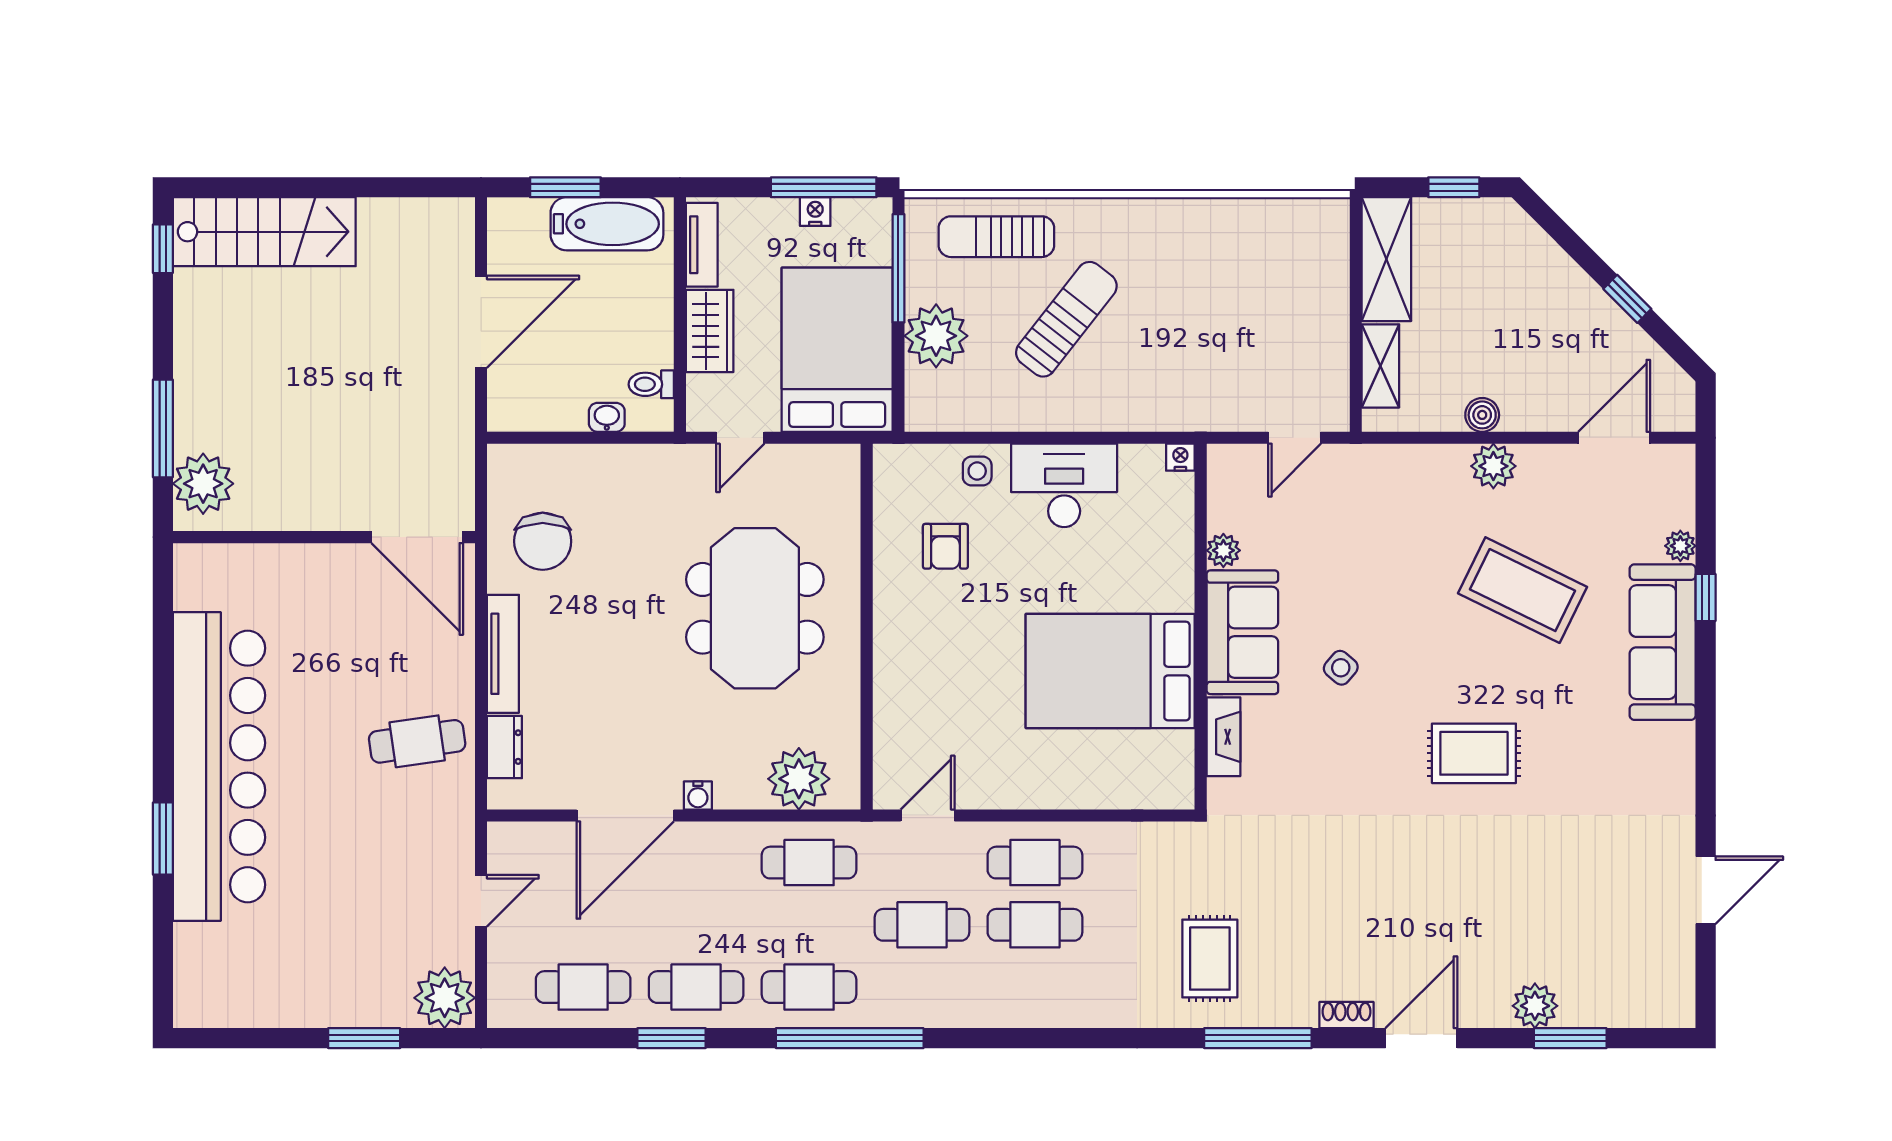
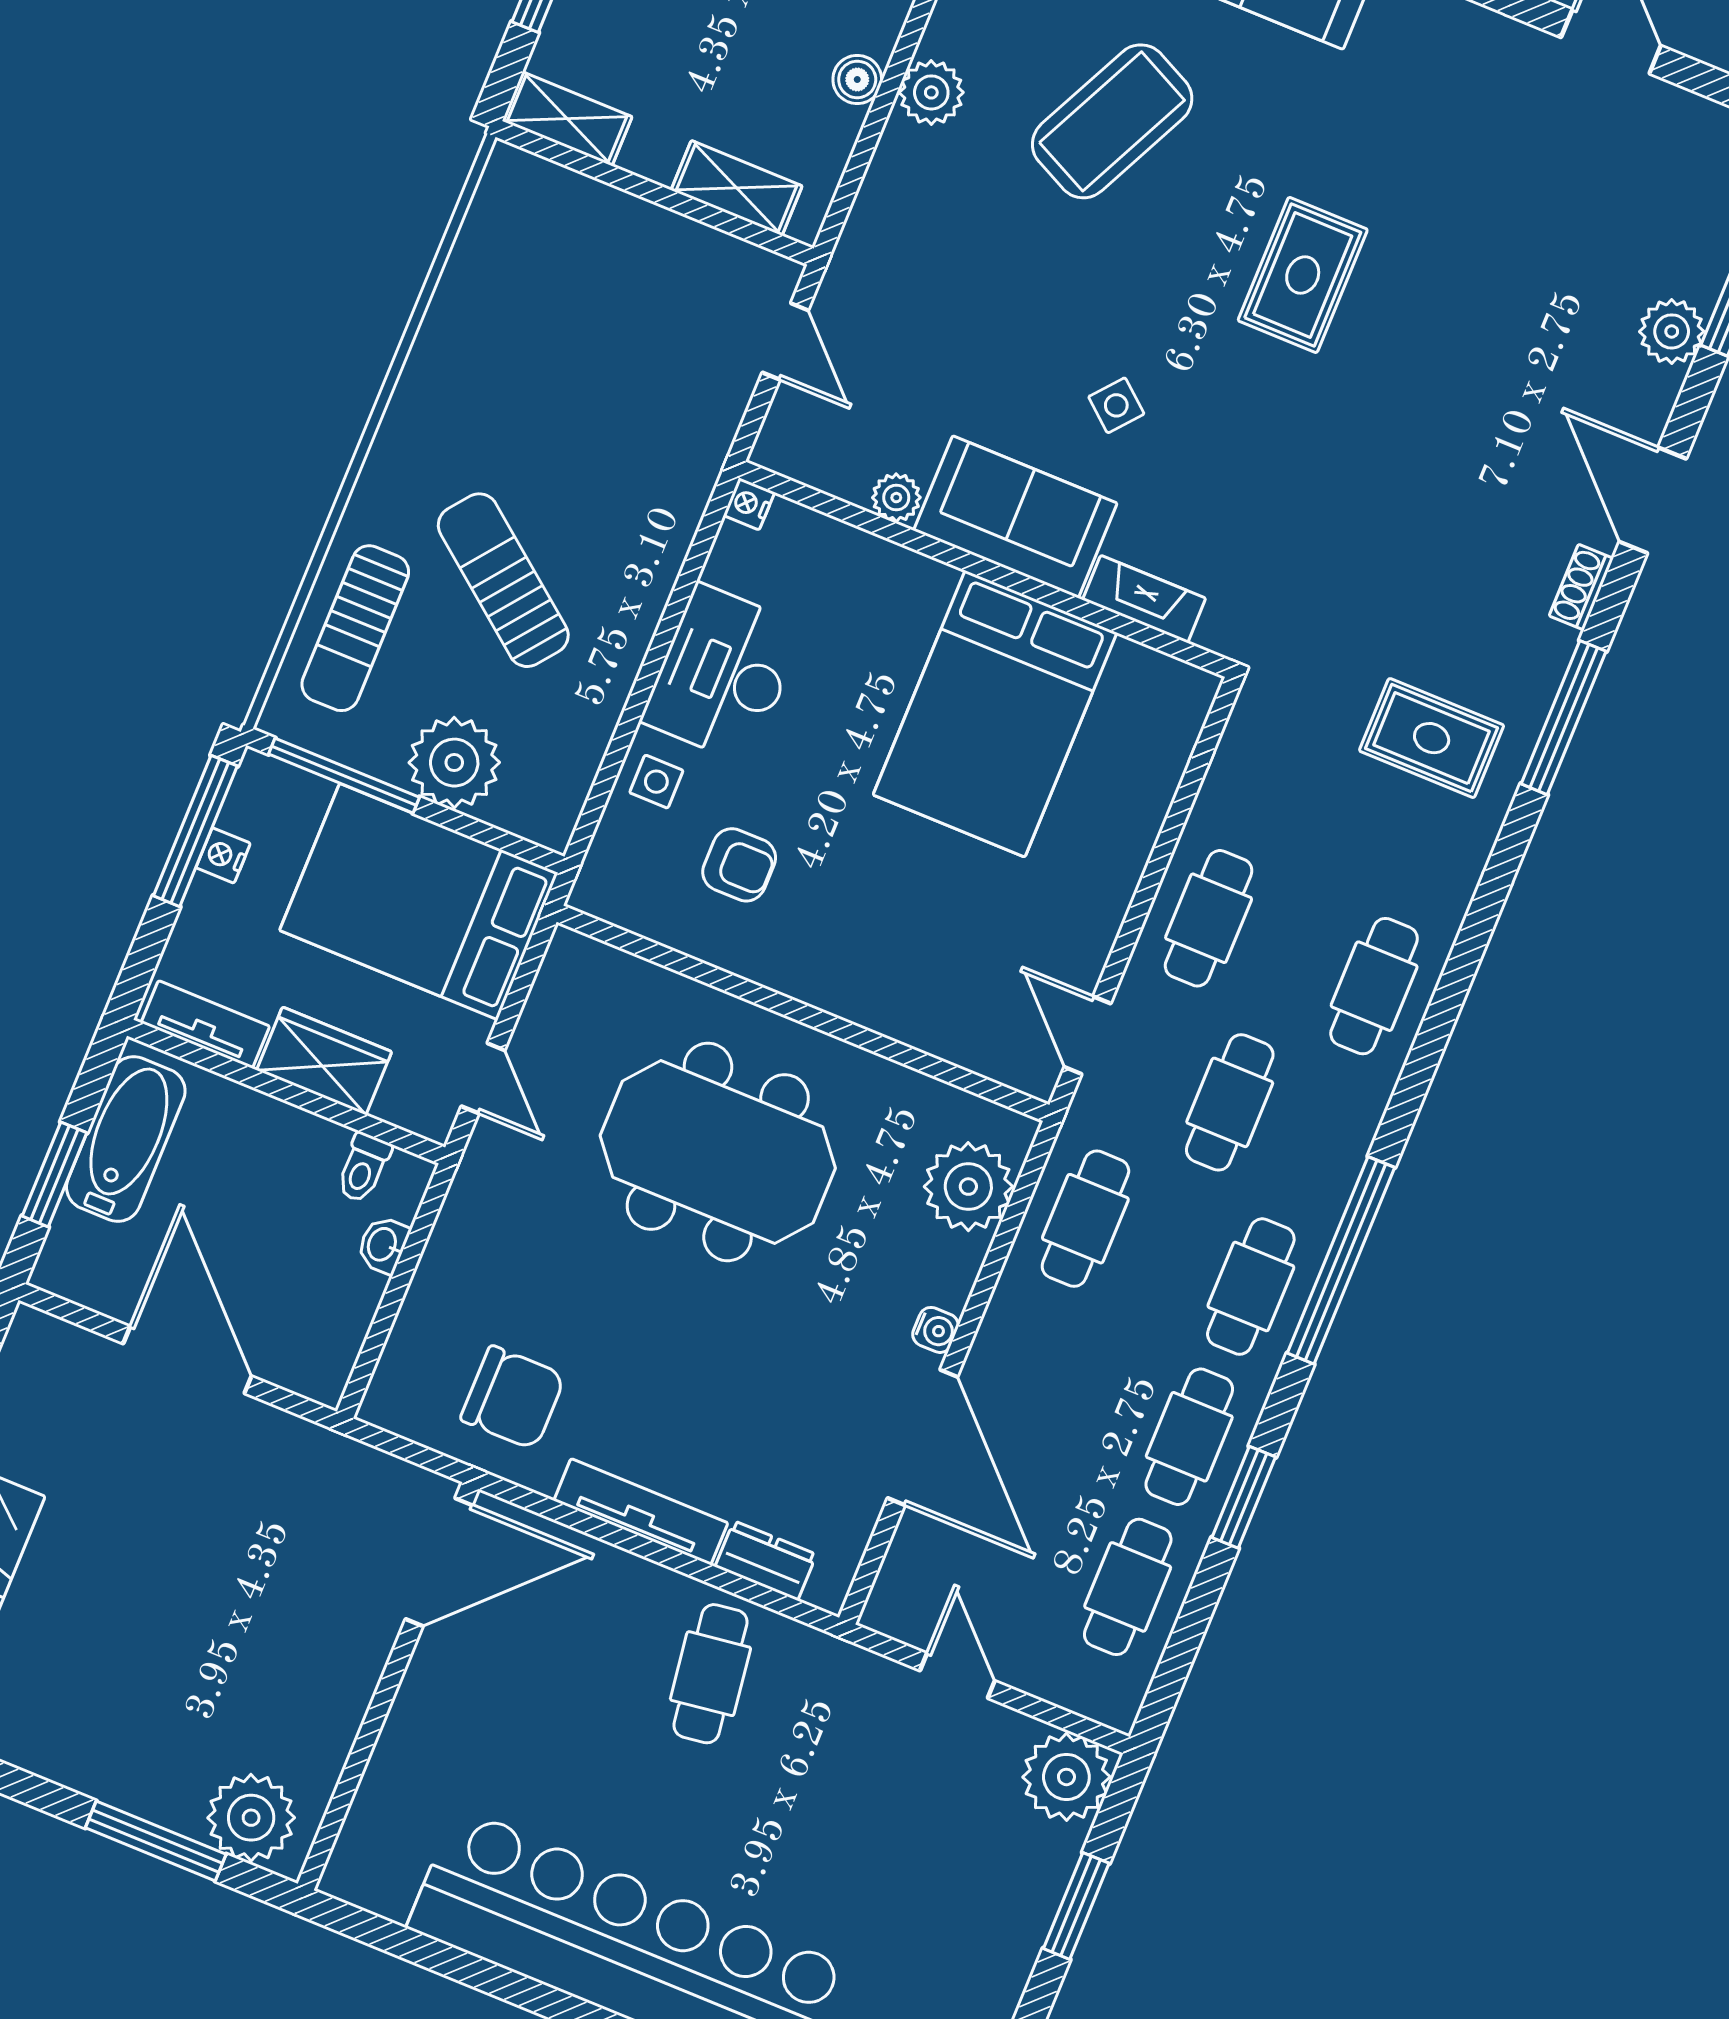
shelving: (1386, 259) -> (567, 119), width x0.67, depth x0.75
cafe table: (1035, 925) -> (1374, 986), moved

